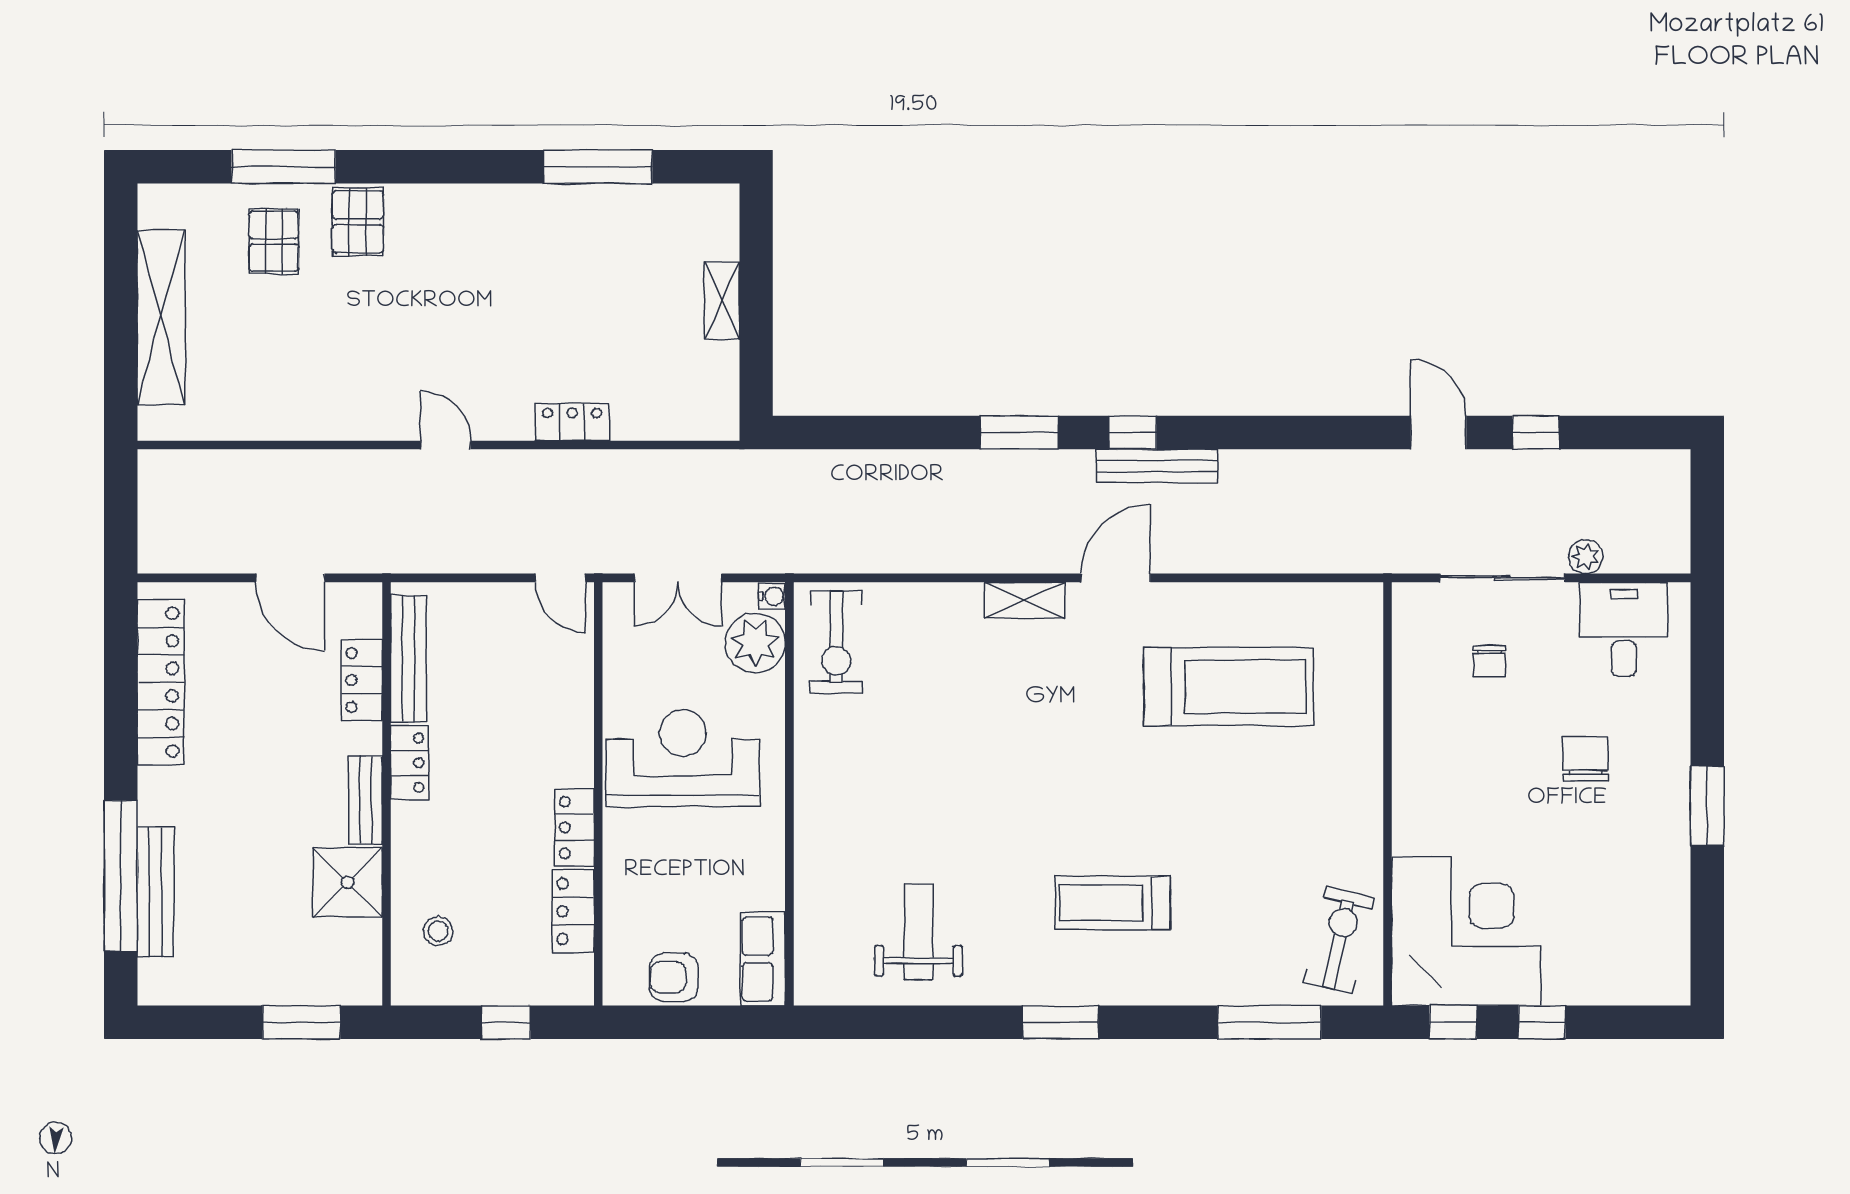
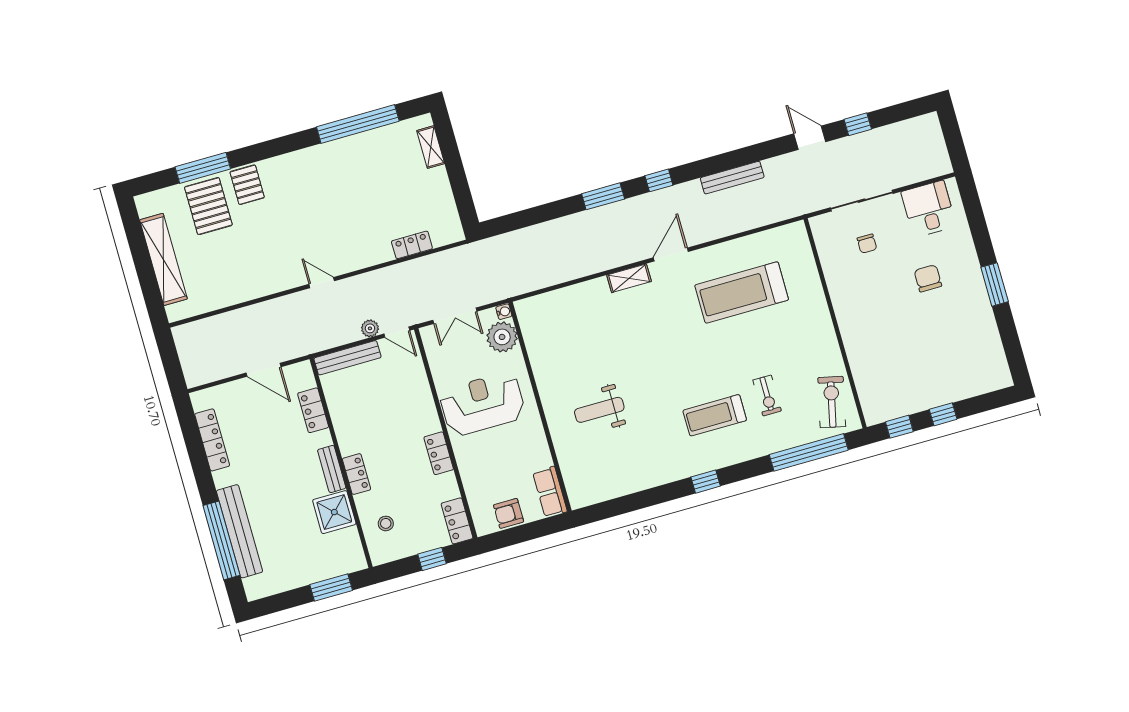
window: (598, 167) -> (358, 124), width x1.46
pallet: (274, 241) -> (208, 206), width x1.50, depth x1.42
shelving: (722, 301) -> (431, 147), moved
locker: (572, 422) -> (412, 245), moved
bench: (1157, 466) -> (732, 178), moved
plant: (1586, 557) -> (370, 328), moved
exercise bike: (836, 642) -> (767, 396), moved, width x0.73, depth x0.72
bench: (408, 659) -> (348, 358), moved, turned 90
locker: (161, 682) -> (212, 440), width x0.71, depth x0.83
treadmill: (1228, 687) -> (742, 292), turned 180
locker: (409, 763) -> (357, 474), moved
bench: (156, 892) -> (240, 531), width x1.37, depth x1.21
locker: (573, 911) -> (457, 521), moved
corner desk: (1466, 931) -> (893, 380), removed
weight bench: (918, 932) -> (599, 410), moved, turned -90
window: (1060, 1022) -> (706, 482), width x0.67
window: (1270, 1022) -> (809, 452), width x1.46

